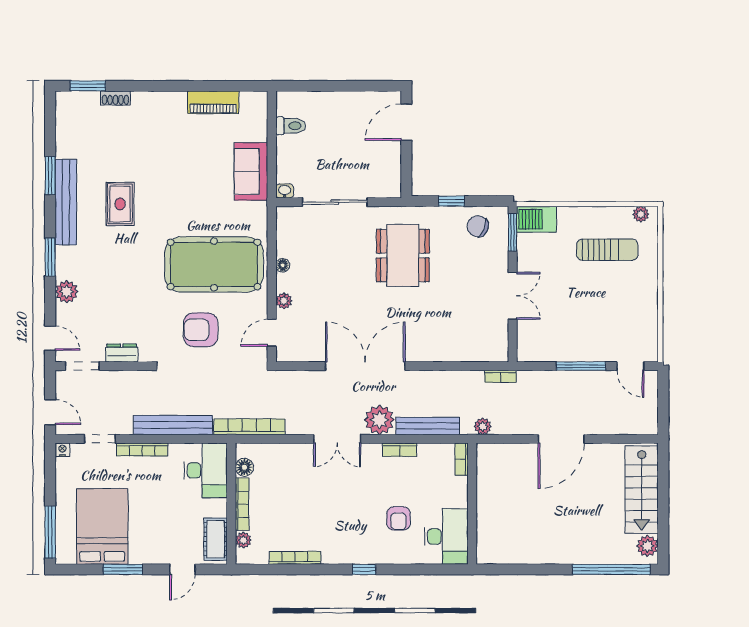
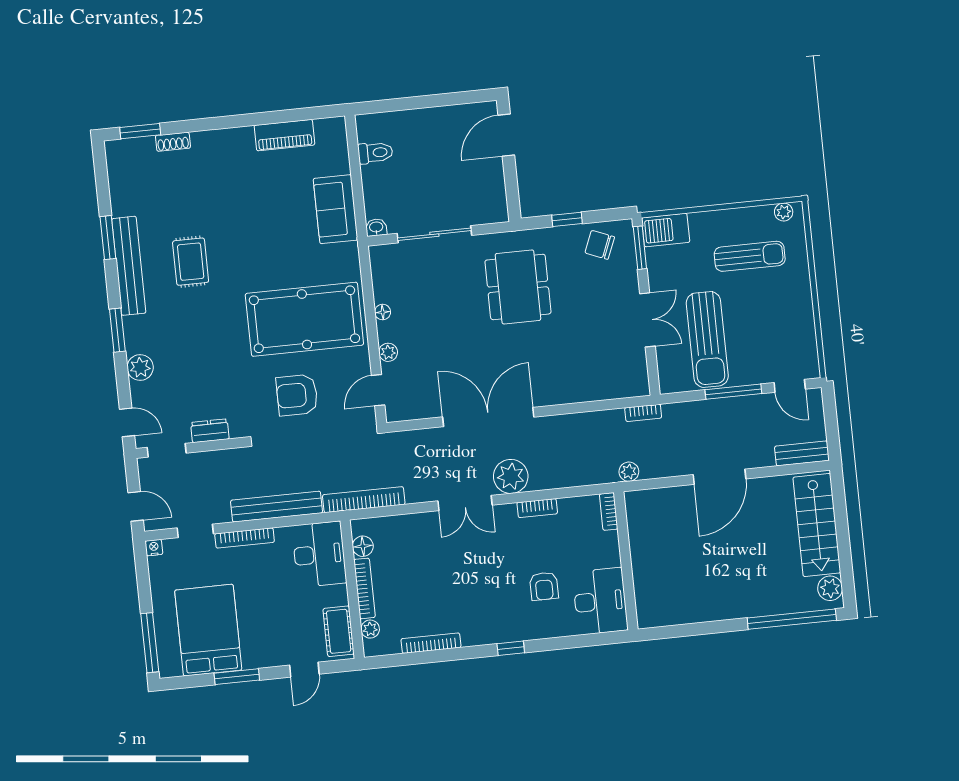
sun lounger: (563, 318) -> (707, 339), added
bench: (428, 426) -> (802, 453), moved, width x0.73

